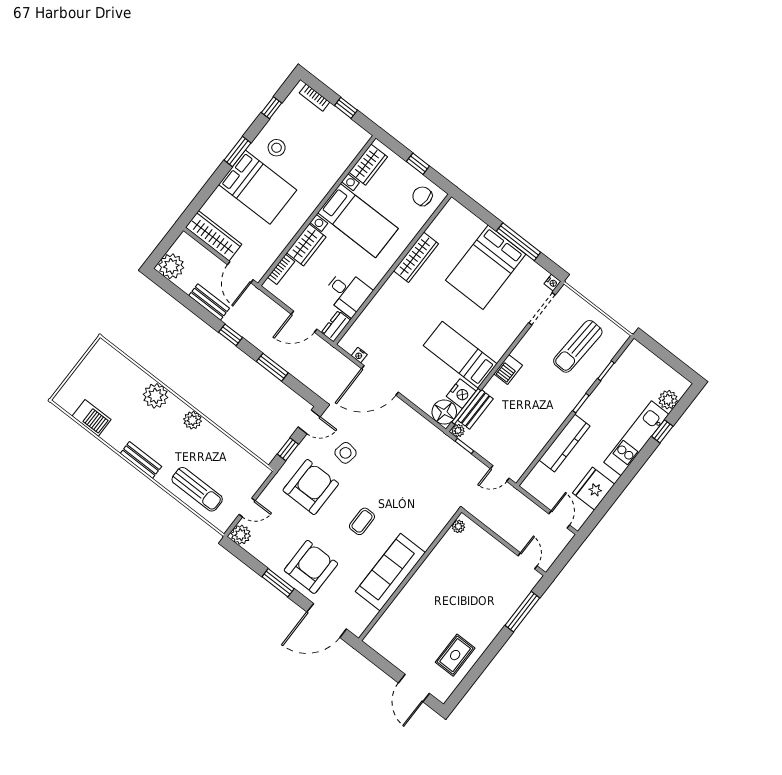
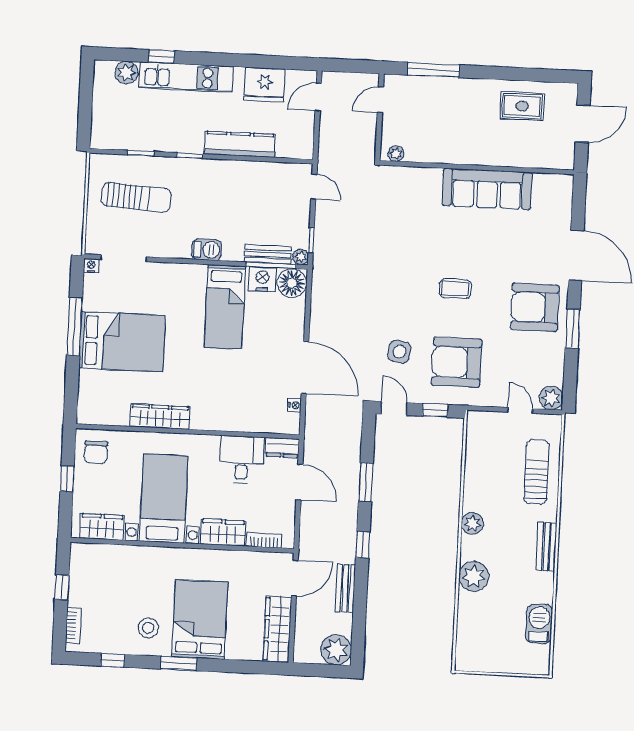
plant: (458, 526) -> (396, 154), moved
sofa: (390, 572) -> (487, 189), moved
wall: (410, 575) -> (477, 167), moved

